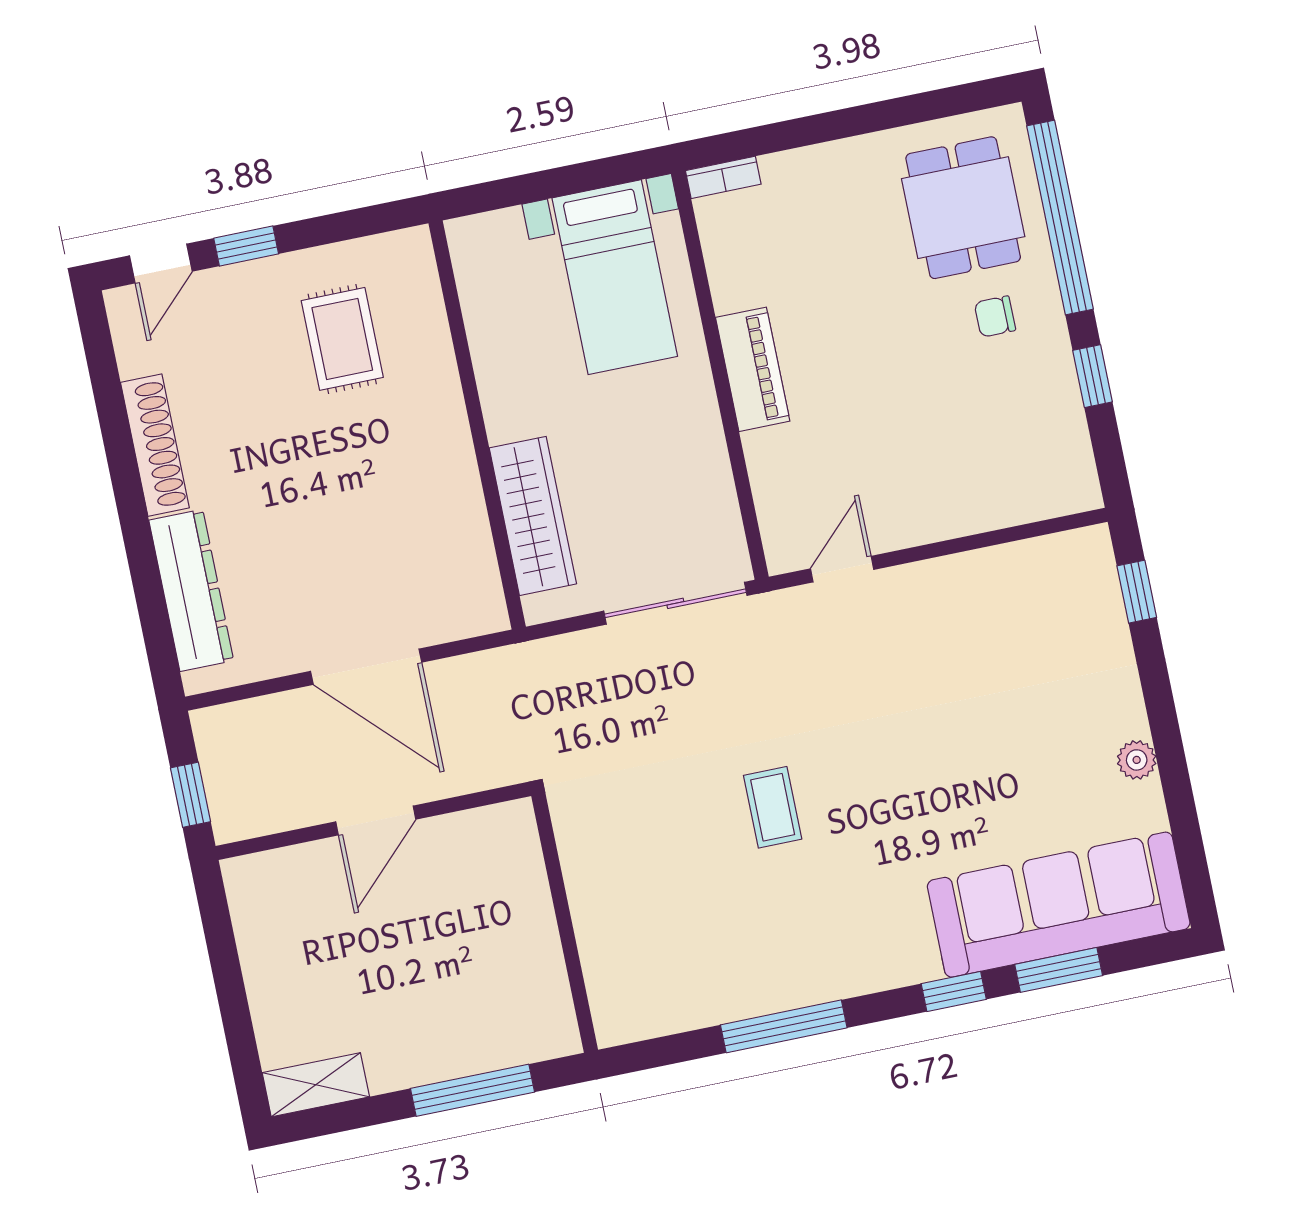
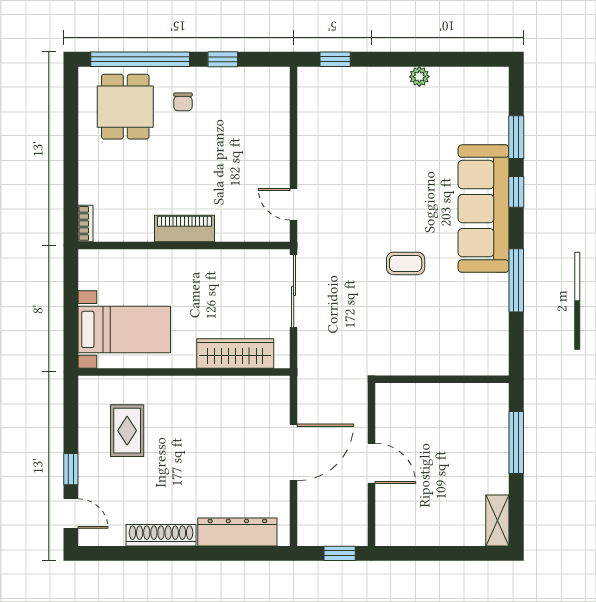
dining table: (963, 208) -> (125, 107), turned 90
bed with nightstands: (615, 277) -> (124, 329), moved
rug: (342, 339) -> (127, 431), turned 90
sofa: (1059, 905) -> (484, 209), moved

